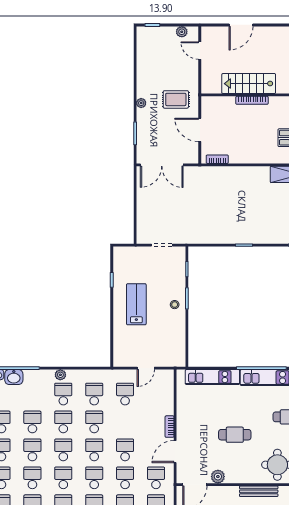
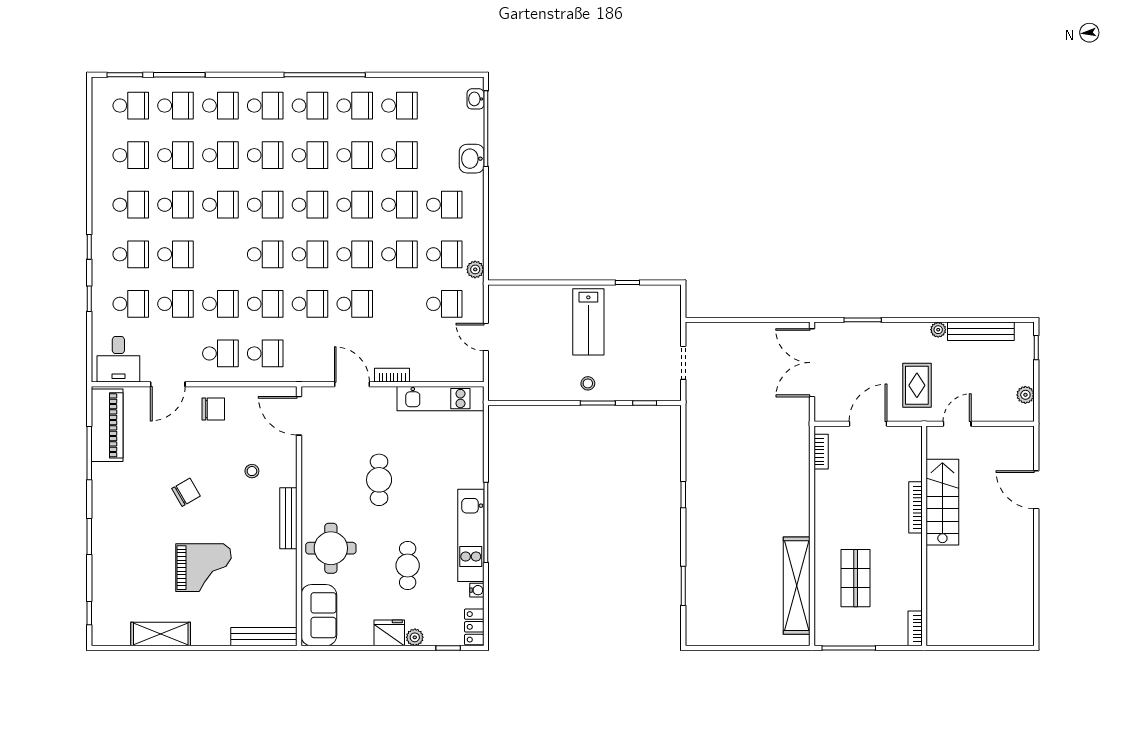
door: (200, 51) -> (957, 424), moved
bench: (142, 60) -> (981, 331), added
plant: (141, 103) -> (938, 330), moved
lab bench: (136, 304) -> (588, 322), turned 90
plant: (60, 375) -> (475, 269), moved
washbasin: (14, 377) -> (472, 159), moved
kitchen unit: (212, 377) -> (441, 399), moved, turned -90
plant: (218, 477) -> (312, 453), removed
school desk: (156, 478) -> (310, 353), removed

